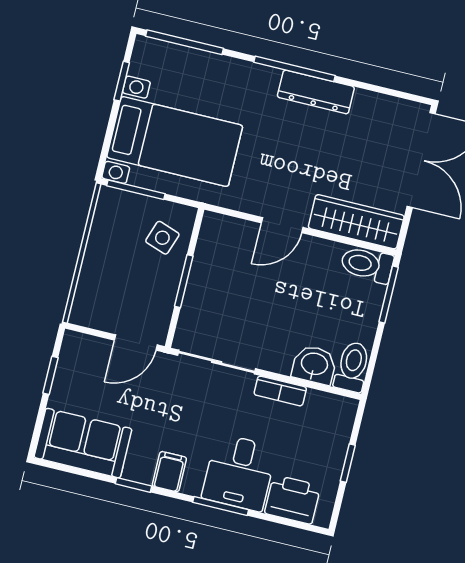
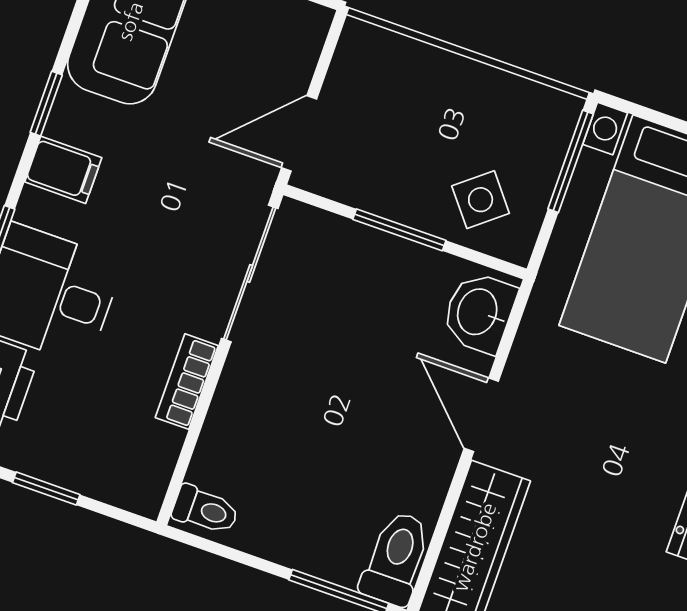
side table: (162, 238) -> (481, 200), turned 32
door: (136, 342) -> (299, 133), hinge flipped
washbasin: (314, 365) -> (479, 312), moved, turned 180
toilet: (352, 367) -> (205, 510), width x0.73, depth x0.72

